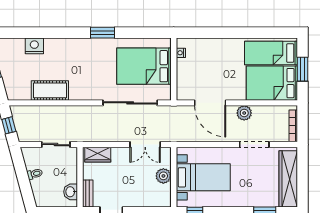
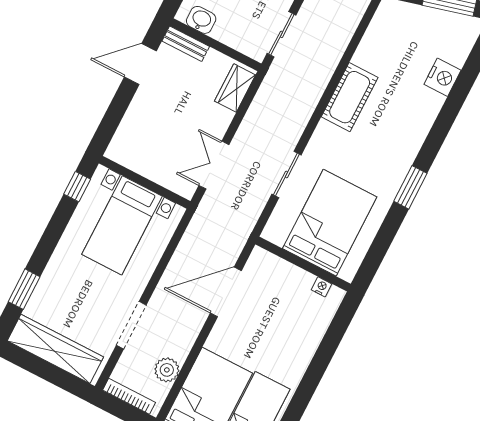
cot: (50, 90) -> (350, 97), moved
sliding door: (130, 103) -> (286, 175), width x0.54
plant: (244, 113) -> (167, 370), moved
plant: (163, 176) -> (154, 168), removed

